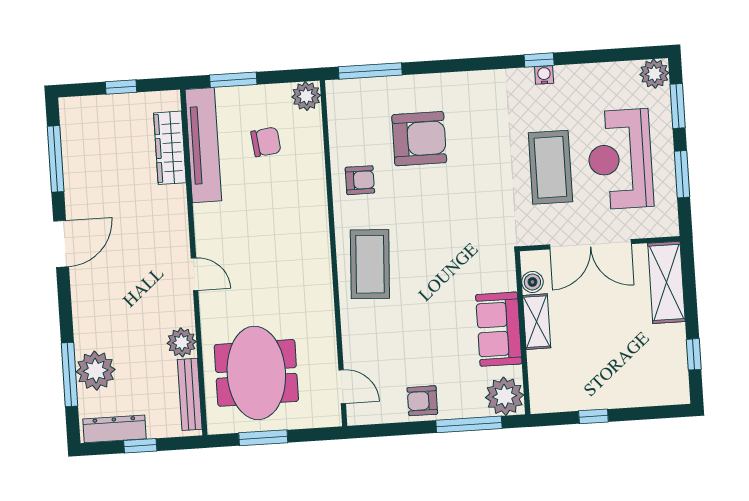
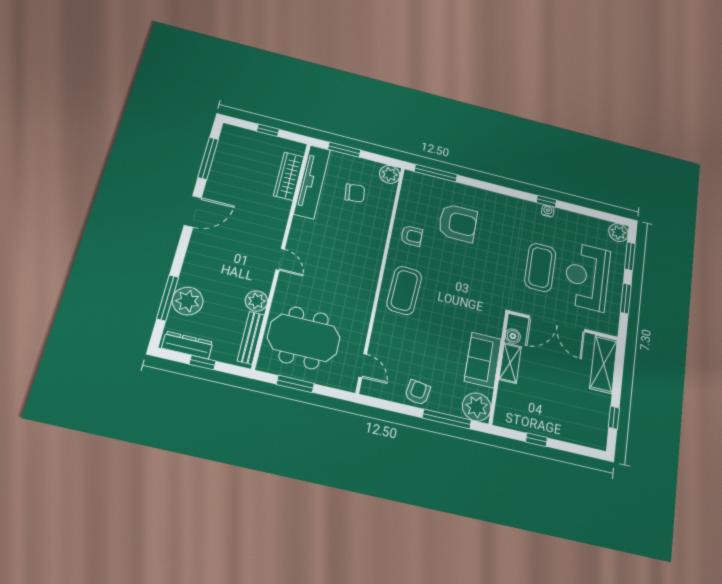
meeting table: (256, 373) -> (304, 338), turned 90
armchair: (422, 401) -> (418, 393), turned 99

